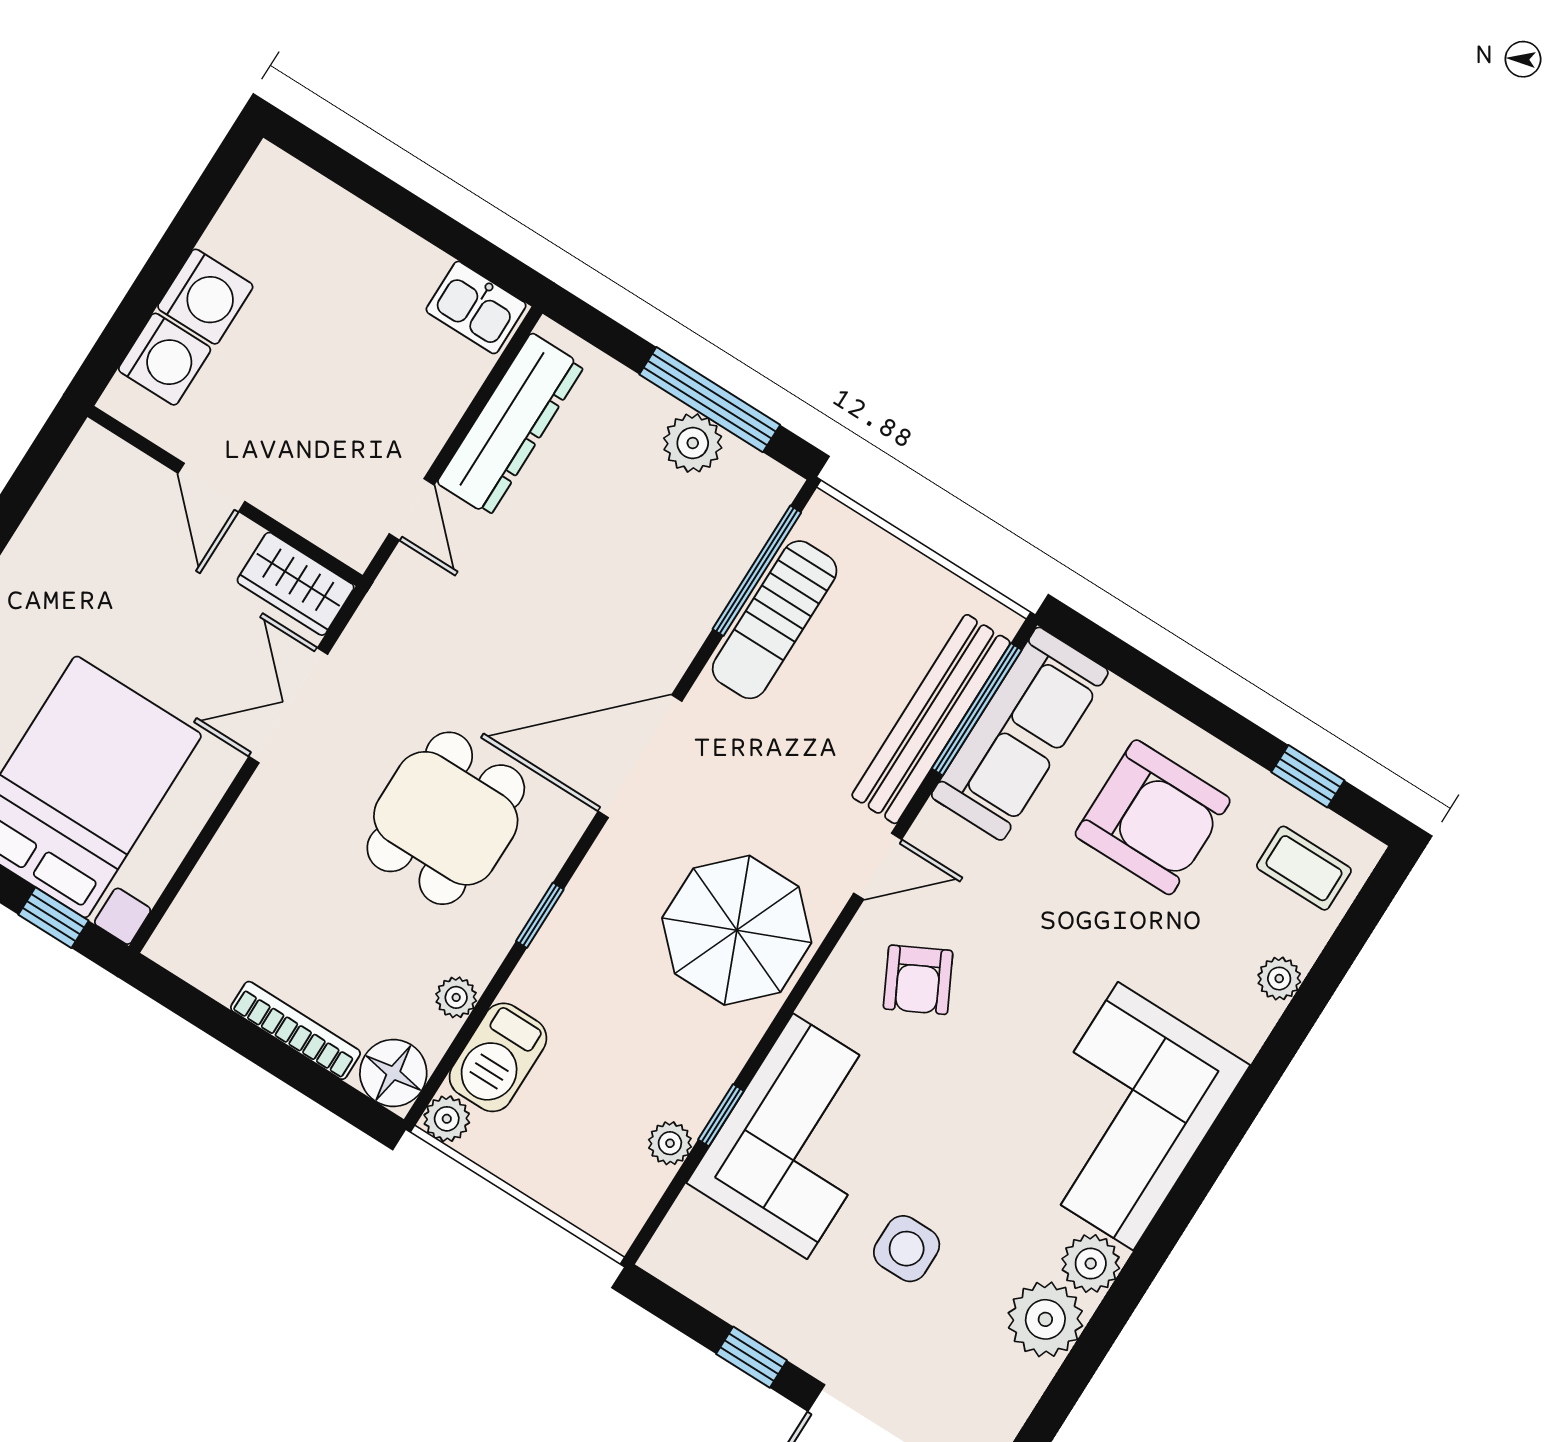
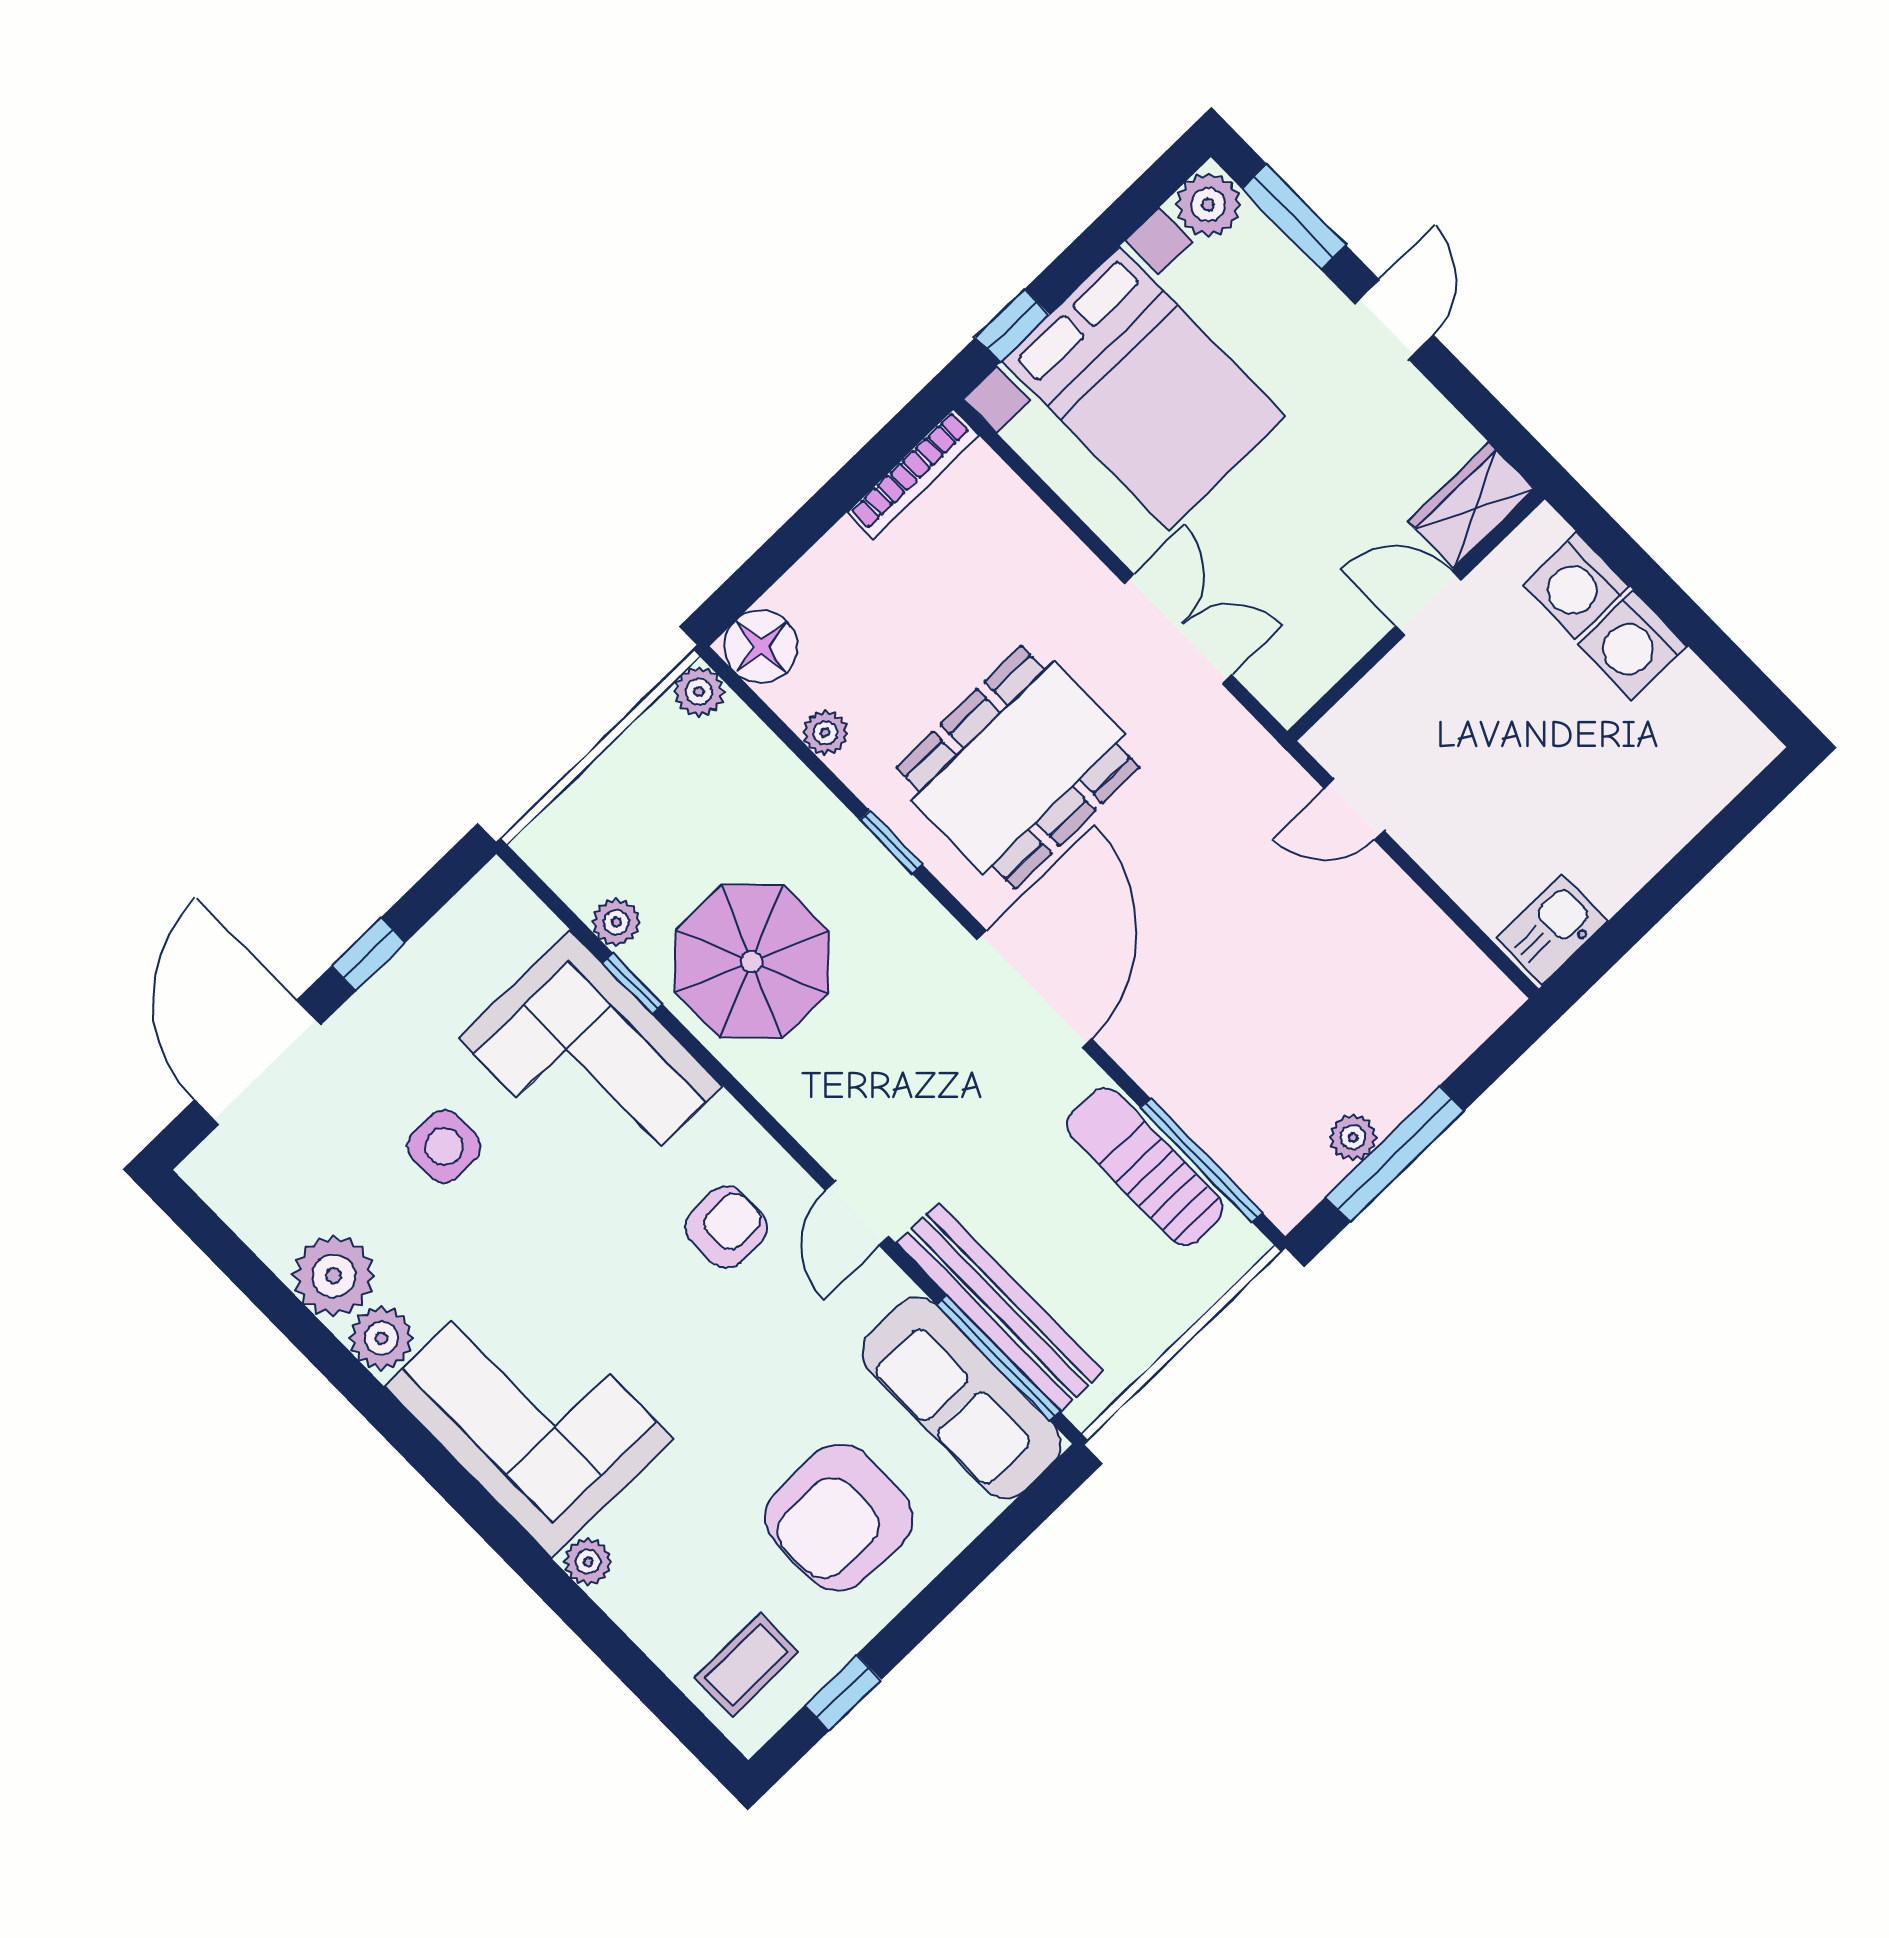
dresser: (511, 424) -> (1419, 936), removed
plant: (693, 443) -> (1353, 1137), width x0.73, depth x0.73
wardrobe: (296, 584) -> (1471, 505), moved
dining table: (446, 818) -> (1018, 767), width x1.37
parasol: (737, 930) -> (752, 962), moved
plant: (1279, 979) -> (588, 1562), moved
armchair: (918, 980) -> (726, 1227), turned 117
bookcase: (295, 1030) -> (913, 474), moved
barbecue: (498, 1057) -> (751, 762), removed

